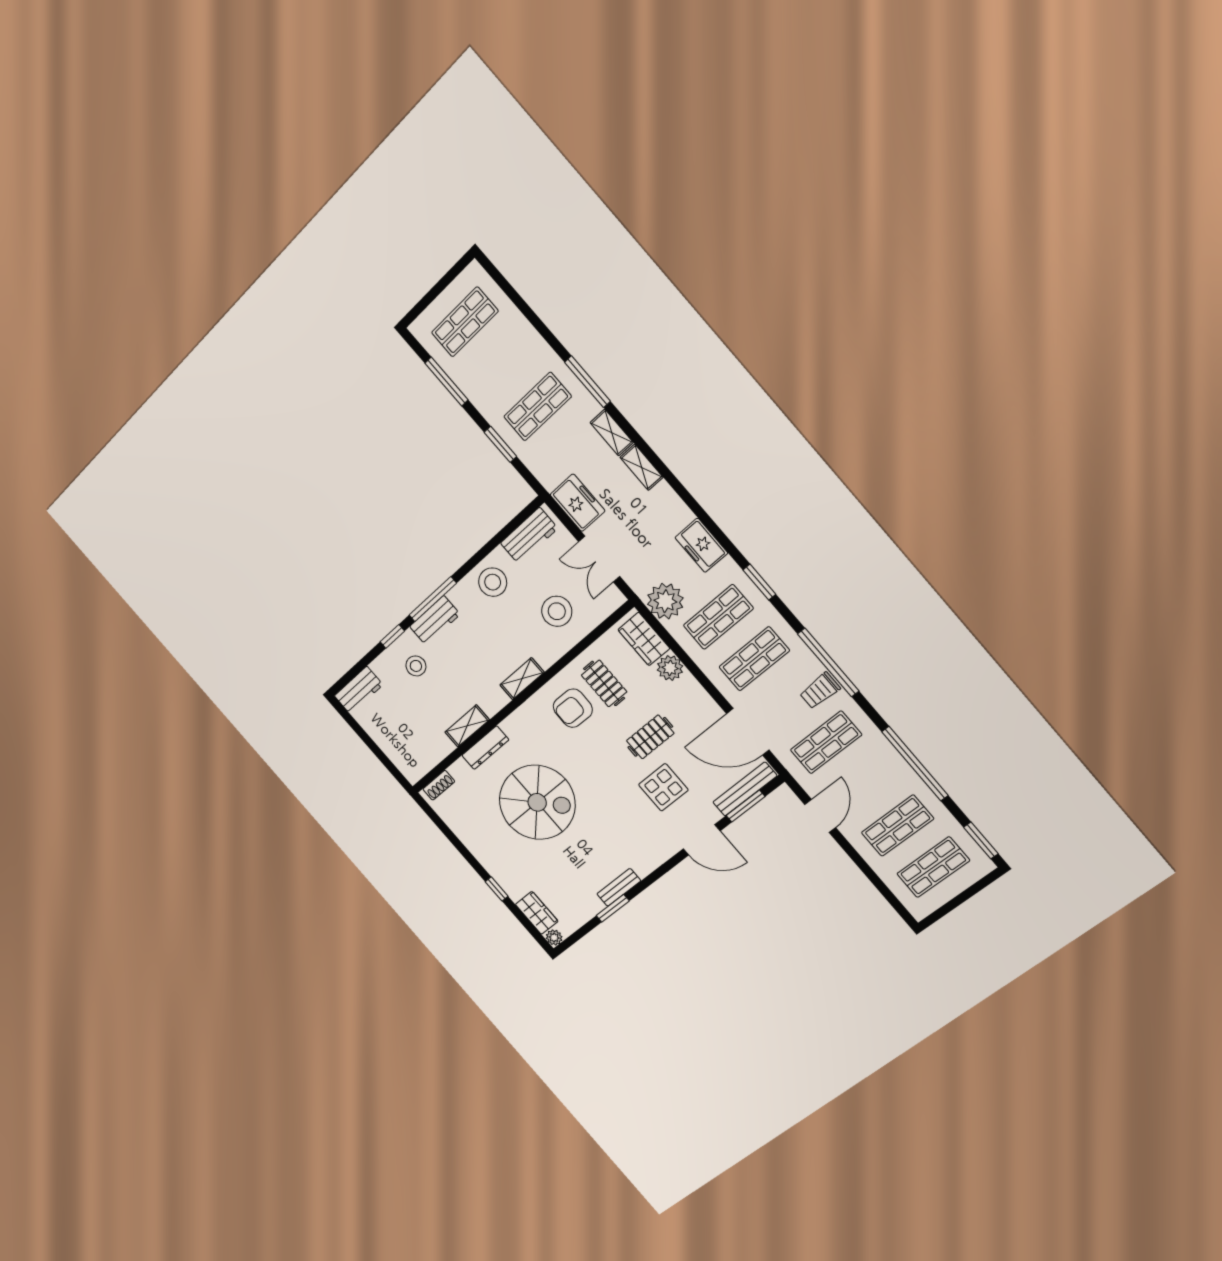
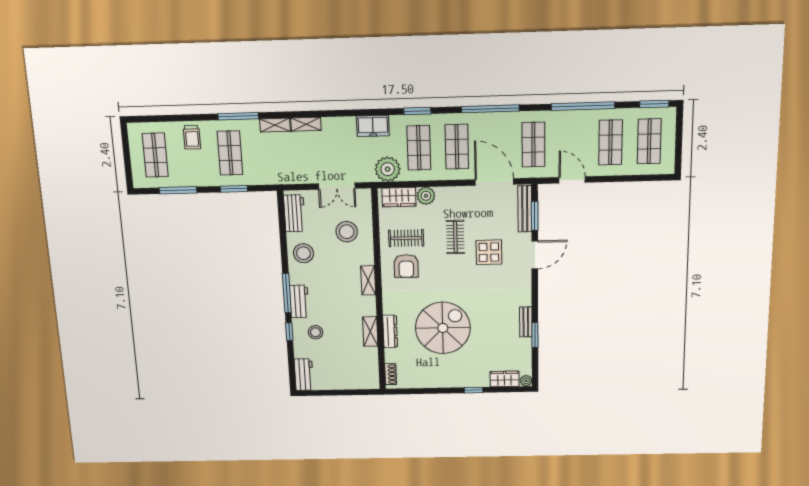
freezer: (577, 503) -> (297, 173), removed
trolley: (820, 691) -> (192, 137), moved
door: (748, 732) -> (494, 182), swing flipped

